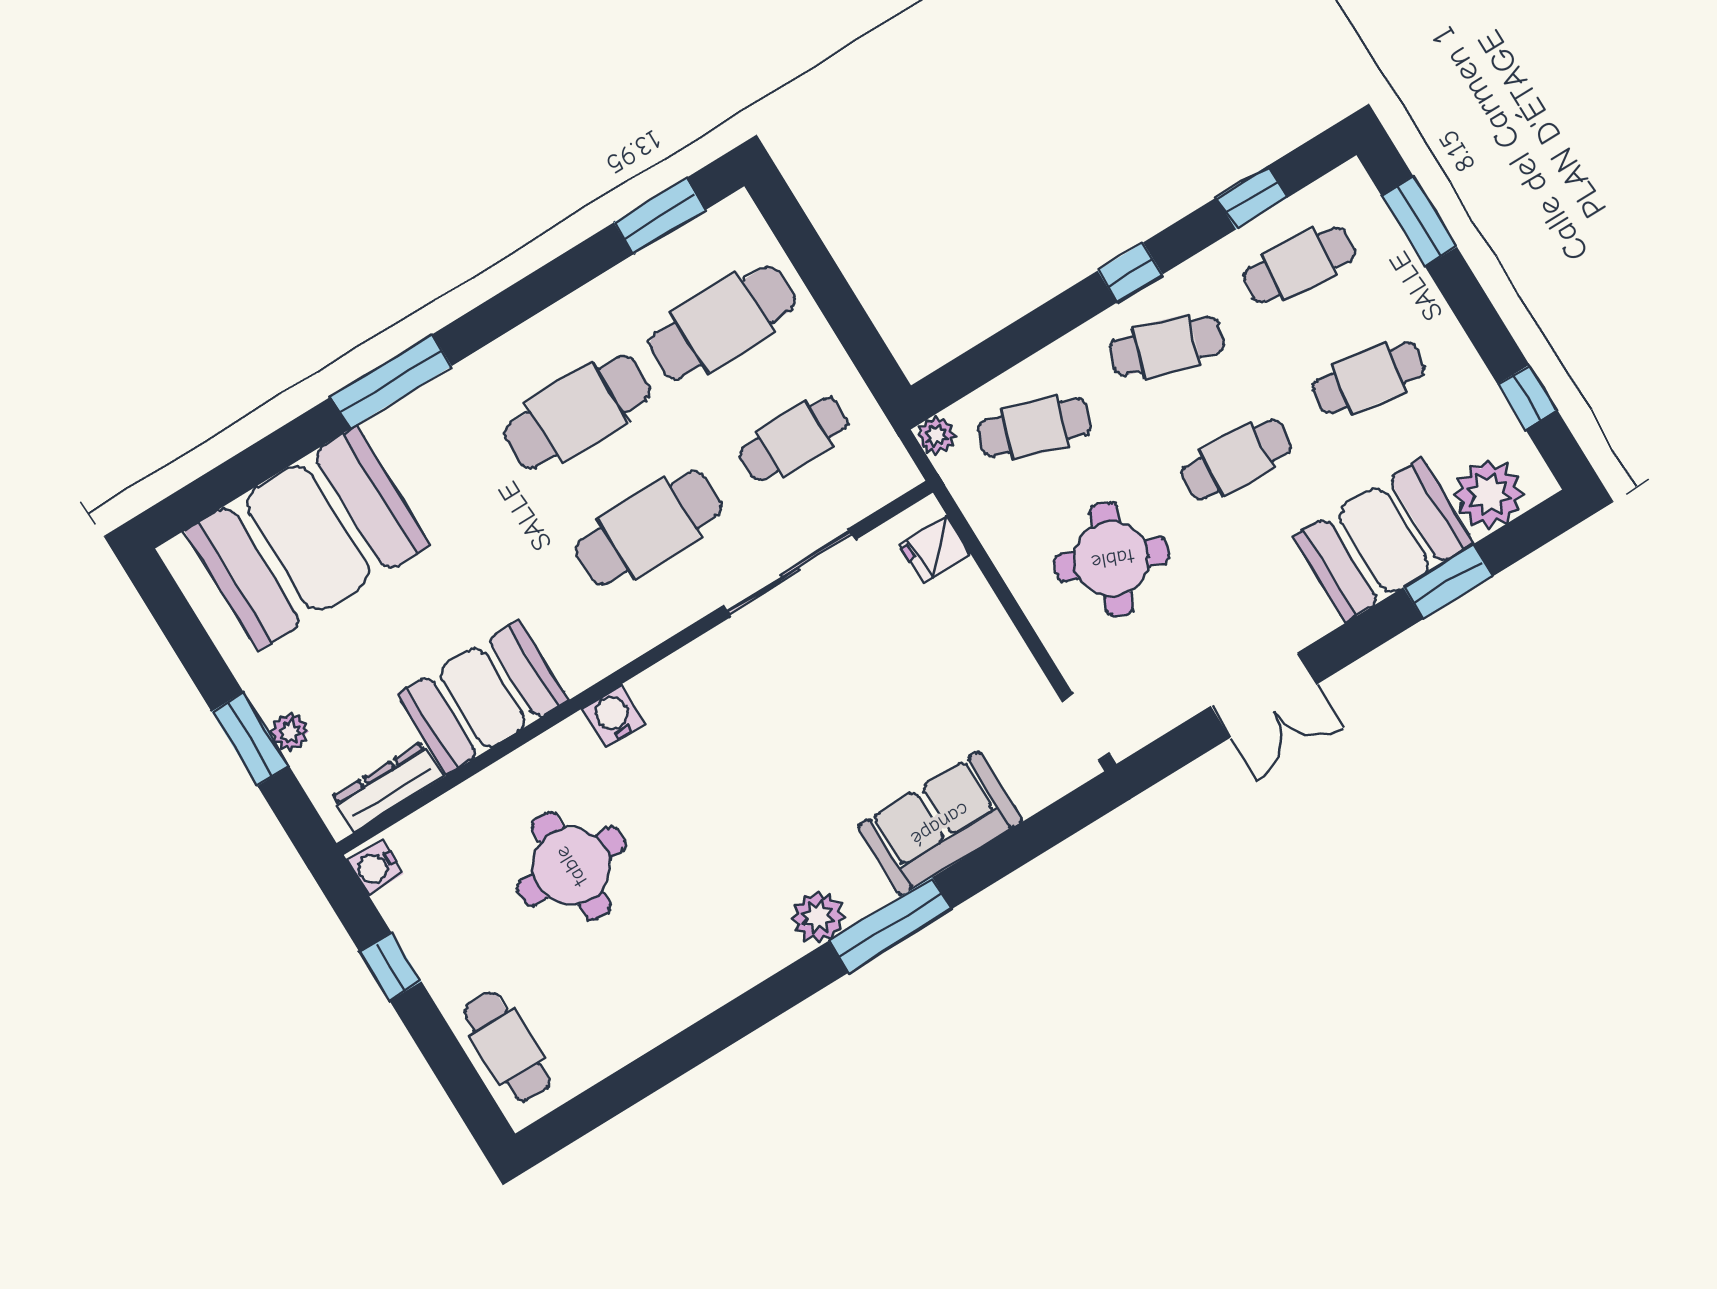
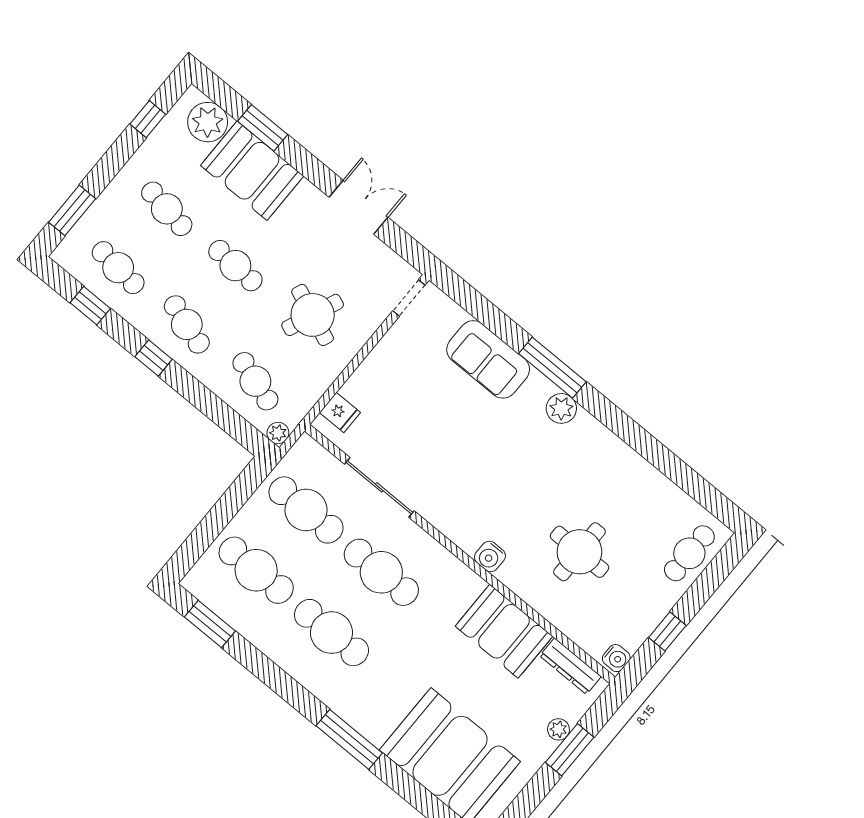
cafe table: (794, 439) -> (306, 510), width x1.37, depth x1.35

